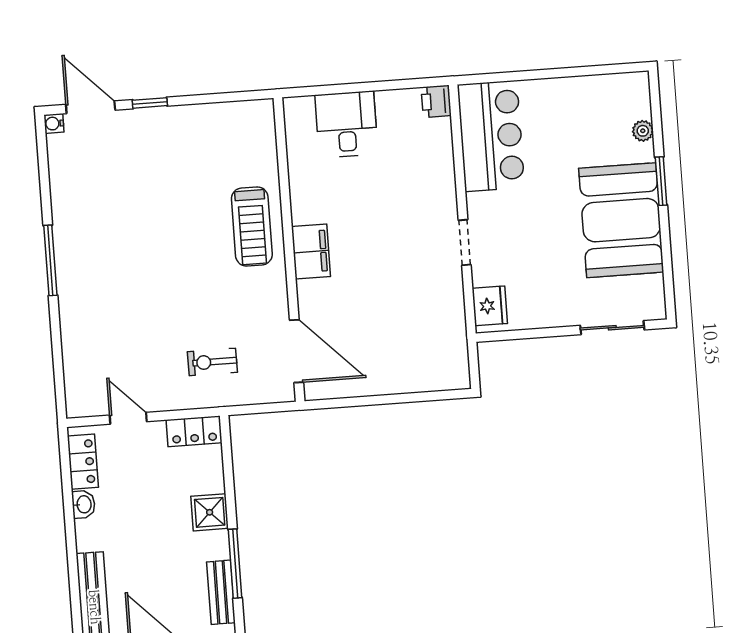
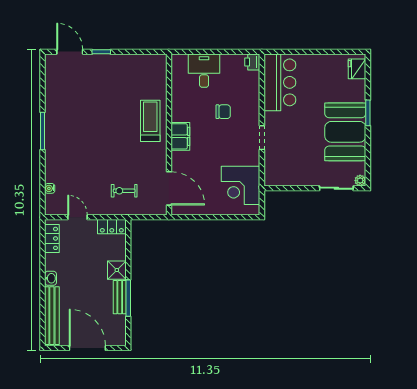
water cooler: (54, 123) -> (50, 188), moved
plant: (643, 131) -> (360, 181), moved
chair: (388, 199) -> (223, 112), added
treadmill: (252, 226) -> (150, 121), turned 180
fridge: (490, 306) -> (357, 69), moved, turned 180
corner desk: (431, 336) -> (241, 185), added
washbasin: (83, 504) -> (51, 278), moved
bench: (221, 592) -> (120, 297), moved

